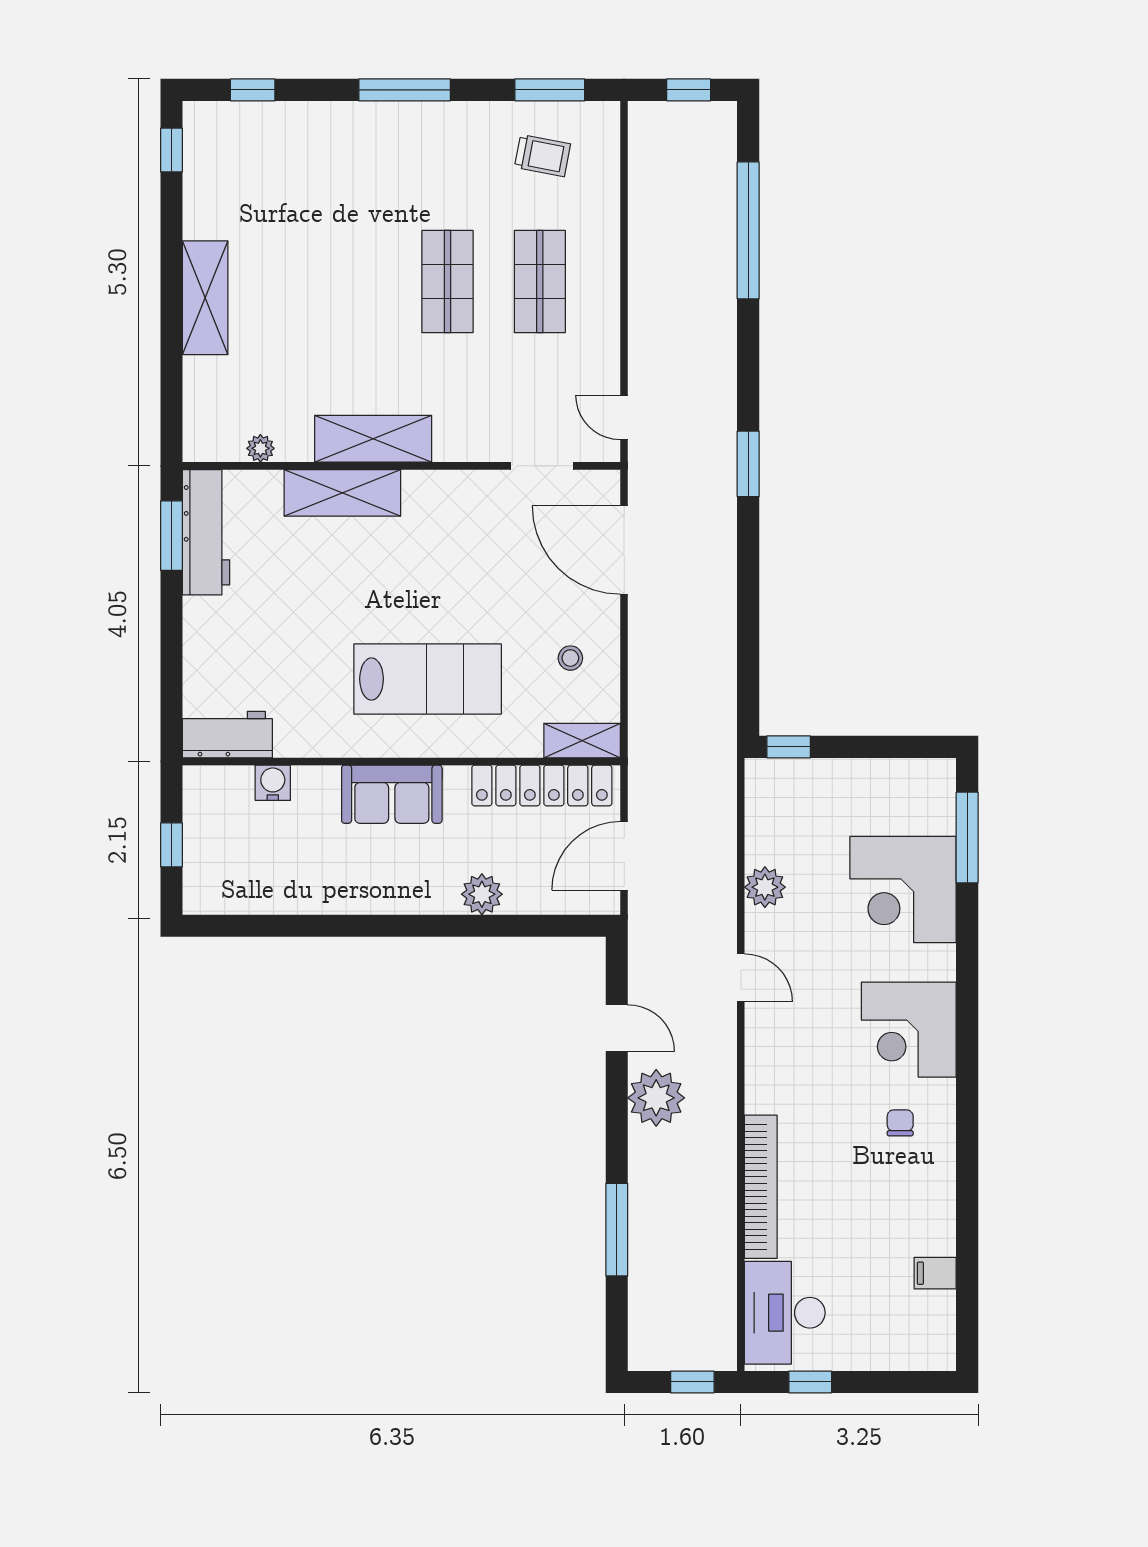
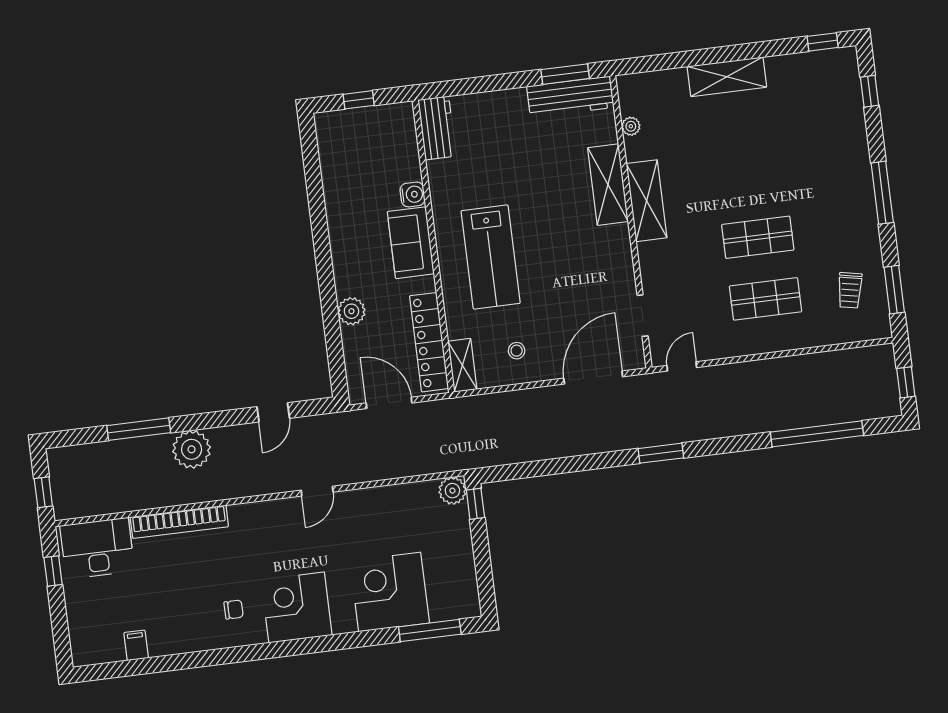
water cooler: (273, 783) -> (413, 194), moved
plant: (765, 887) -> (452, 491), moved
plant: (656, 1098) -> (192, 449), moved

